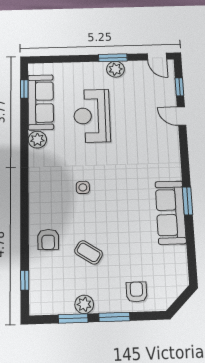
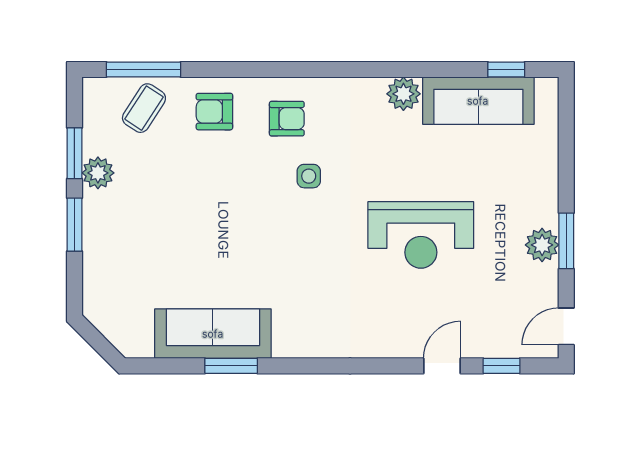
reception desk: (92, 116) -> (421, 235), moved, turned 180
window: (187, 201) -> (231, 366), moved
sofa: (171, 212) -> (213, 334), moved
coffee table: (89, 252) -> (144, 108), moved
window: (25, 280) -> (143, 70), width x2.17
armchair: (136, 292) -> (287, 119), moved

